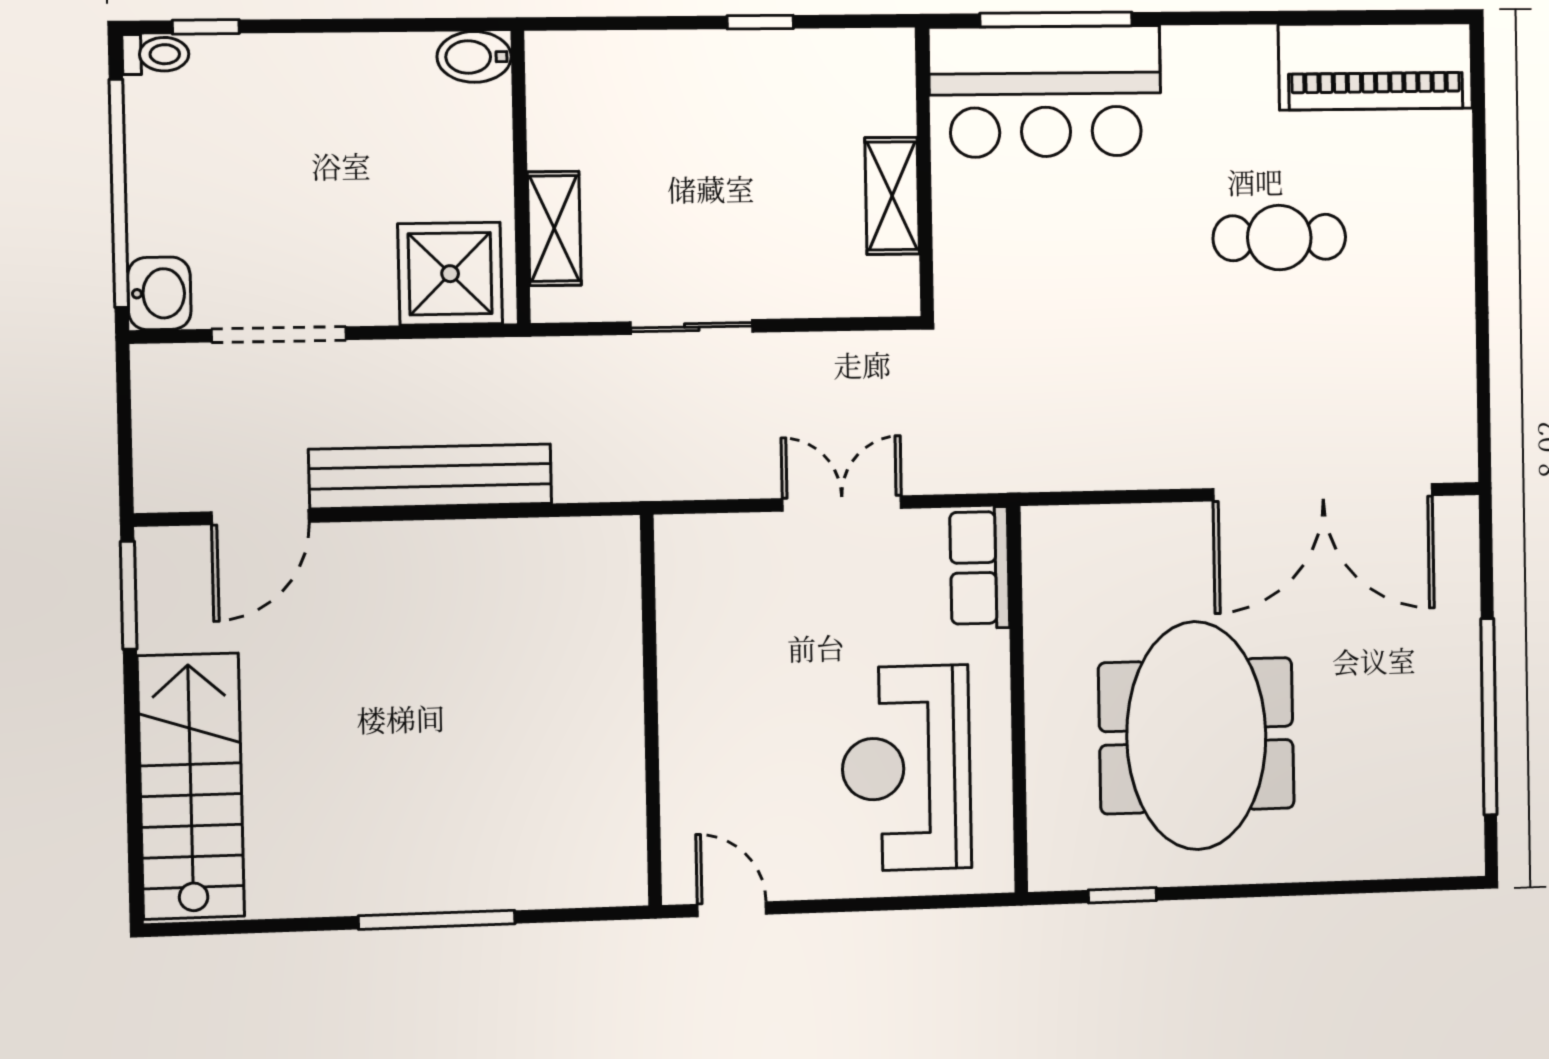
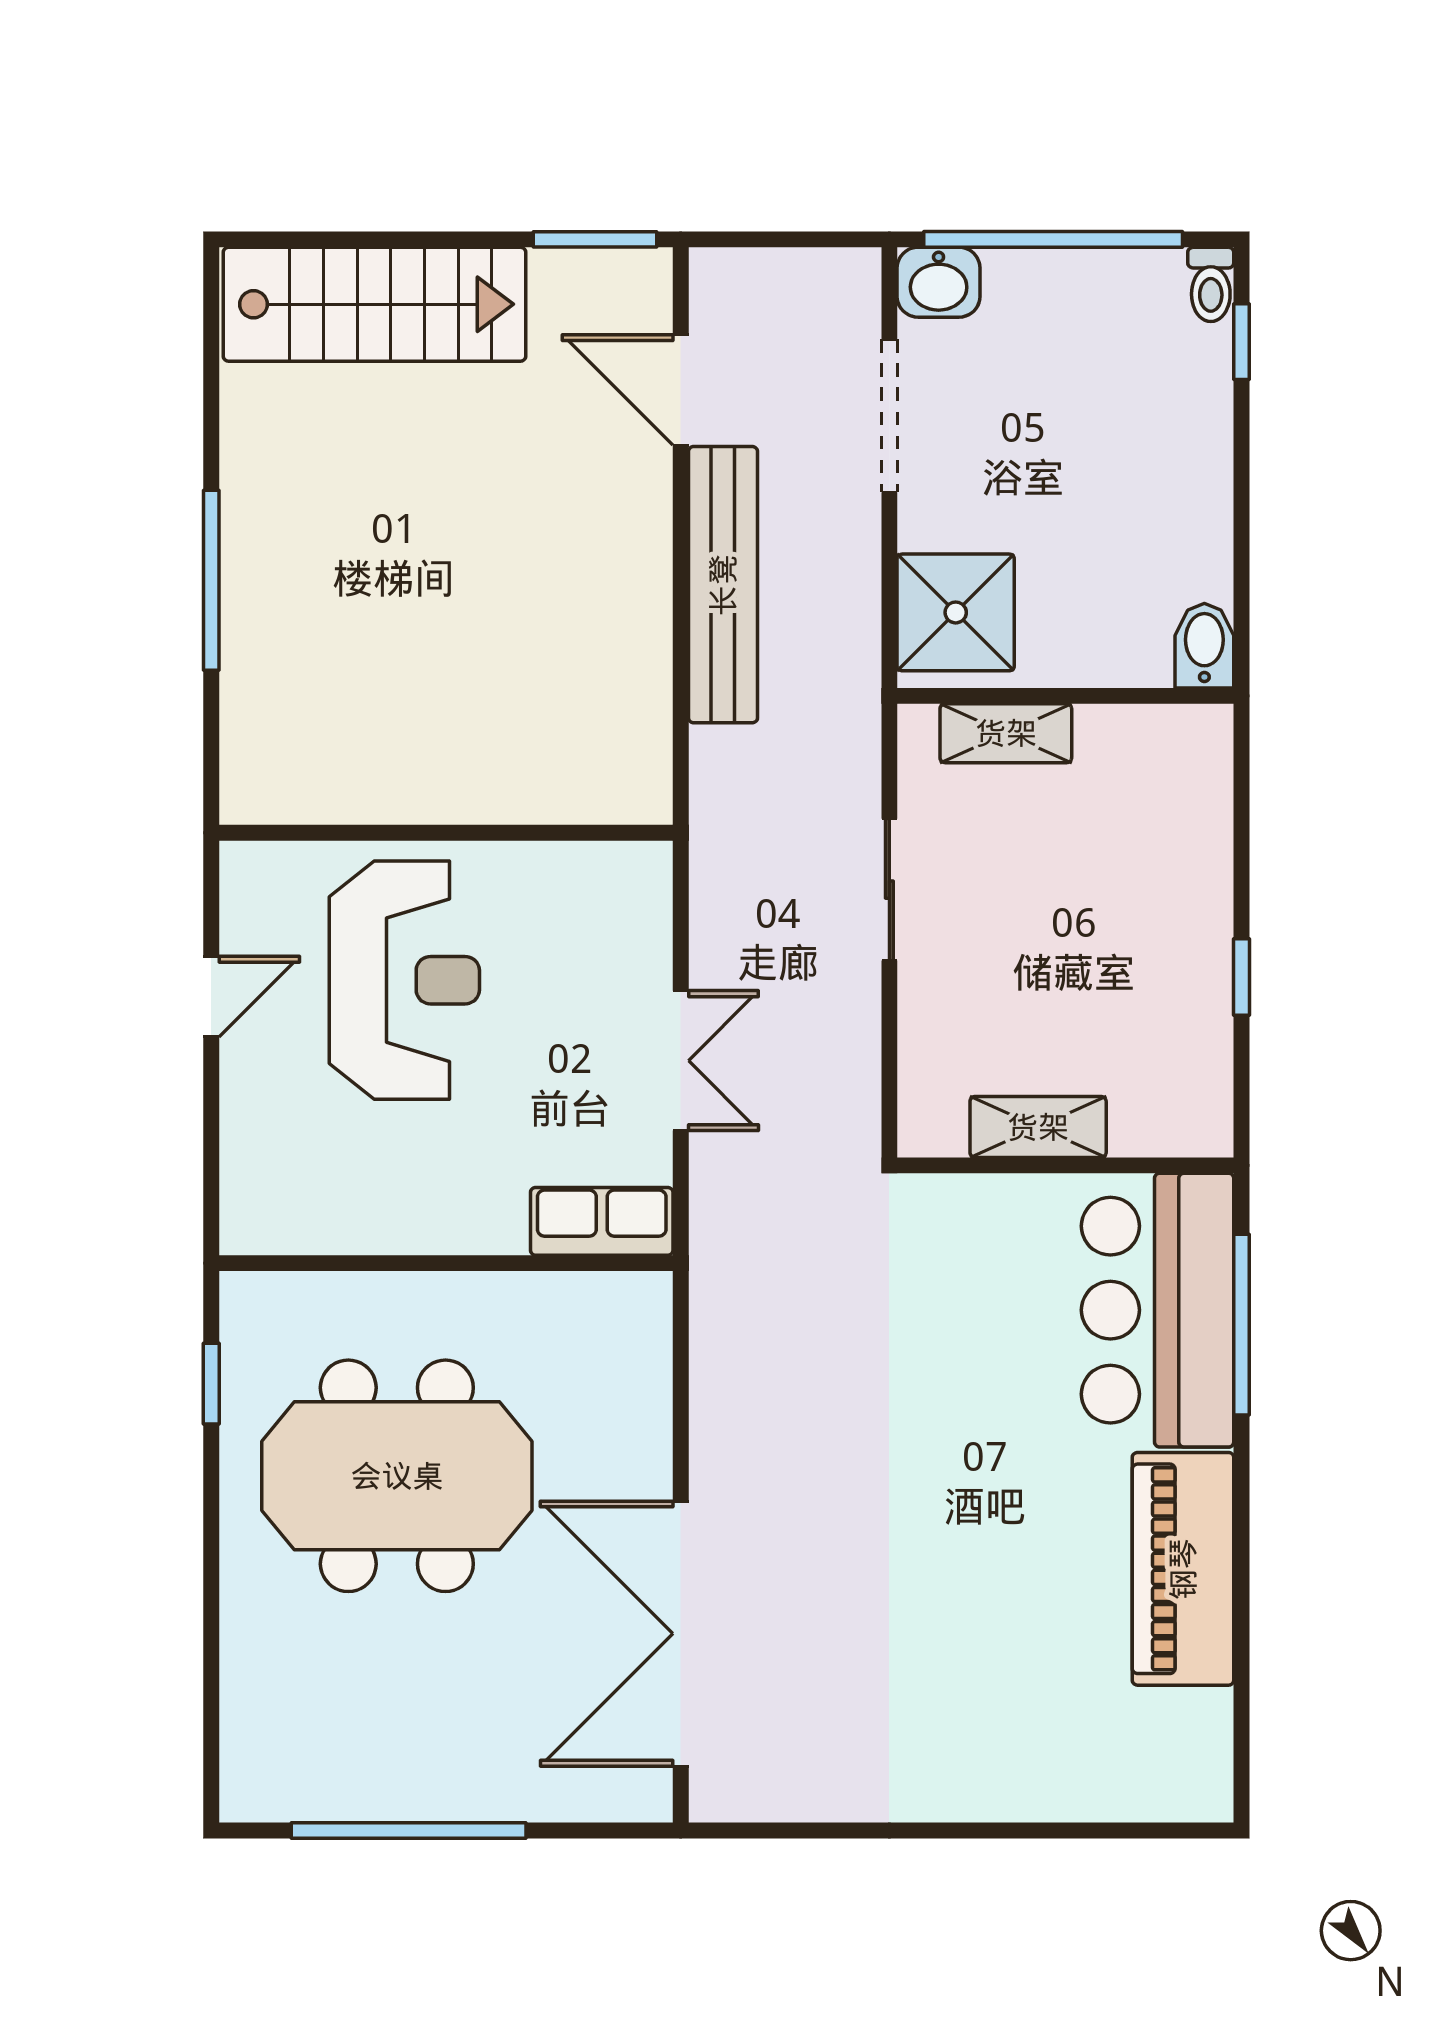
piano: (1375, 66) -> (1183, 1569), moved
cafe table: (1279, 238) -> (982, 1586), removed
reception desk: (906, 768) -> (404, 980), moved, turned 90
door: (732, 909) -> (211, 997), moved

